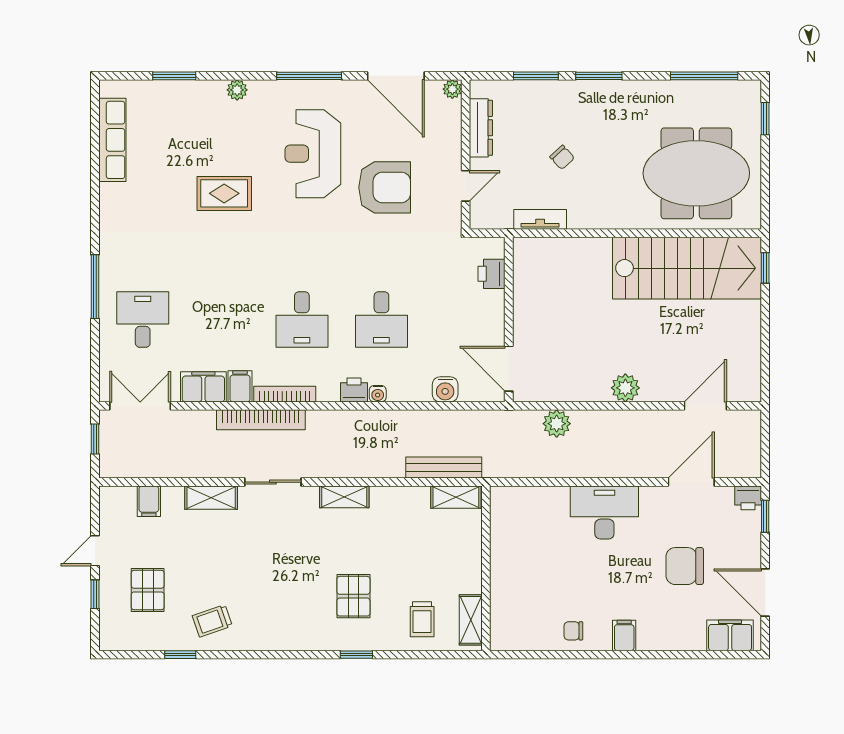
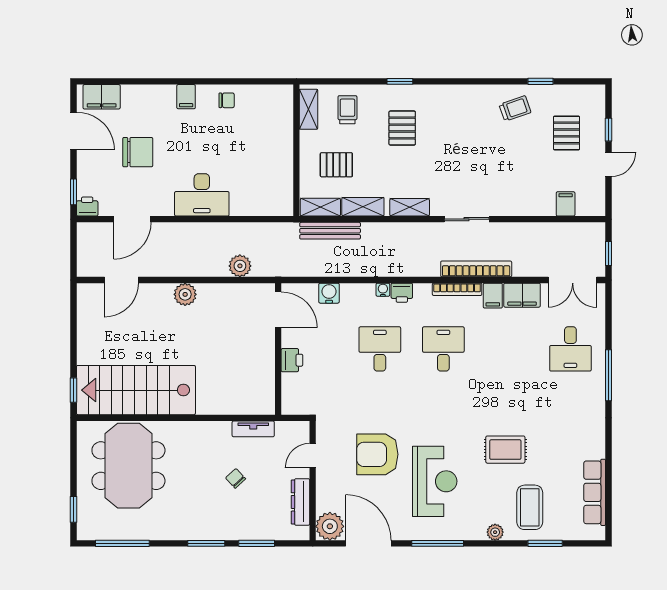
plant: (452, 89) -> (330, 526), width x1.87, depth x1.87
coffee table: (194, 121) -> (530, 507), added
meeting table: (696, 173) -> (128, 466), turned 90
printer: (492, 274) -> (292, 360), moved
shelving: (211, 498) -> (363, 207), moved
pallet: (436, 550) -> (336, 165), added

